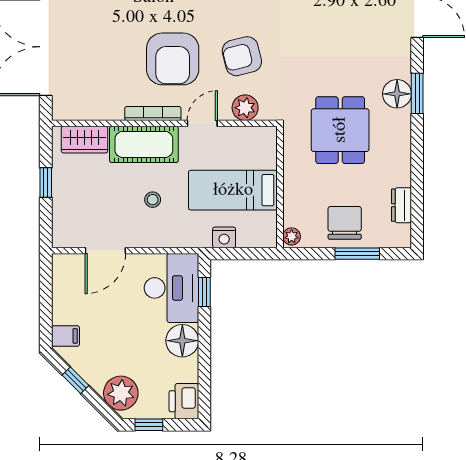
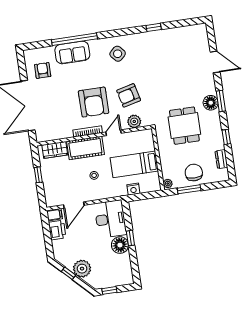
window: (417, 164) -> (226, 137), added
window: (357, 254) -> (189, 189), moved
window: (204, 292) -> (130, 238), moved
filing cabinet: (65, 336) -> (54, 215), moved
plant: (121, 393) -> (82, 269), moved
printer: (184, 401) -> (57, 230), moved, turned 180

